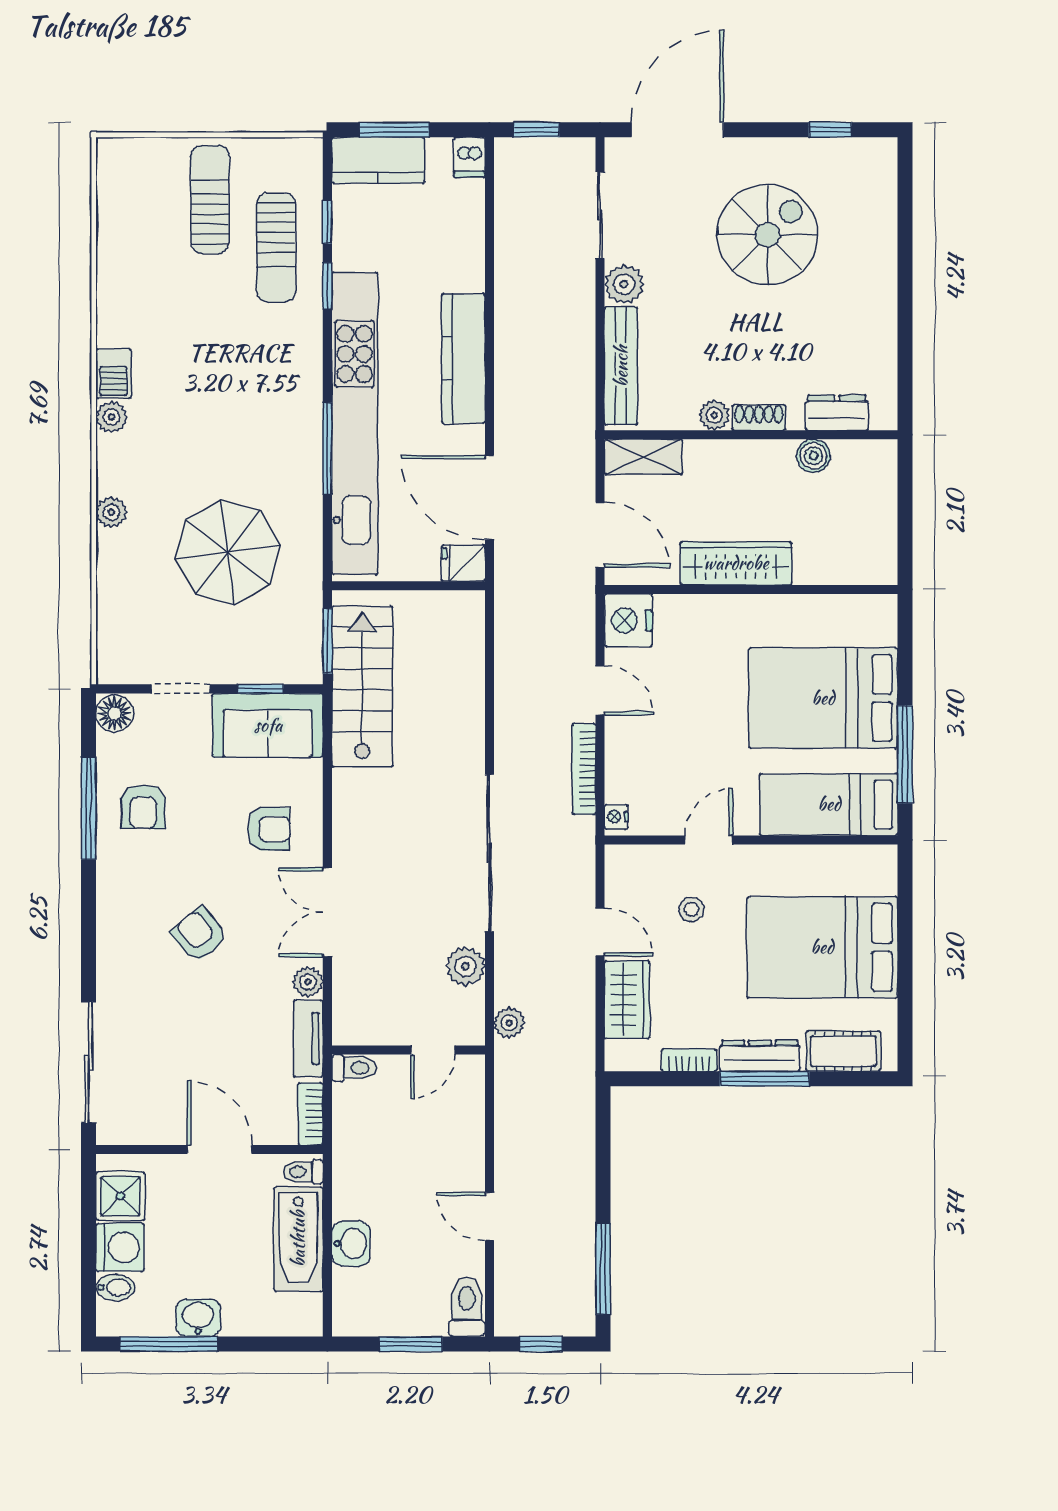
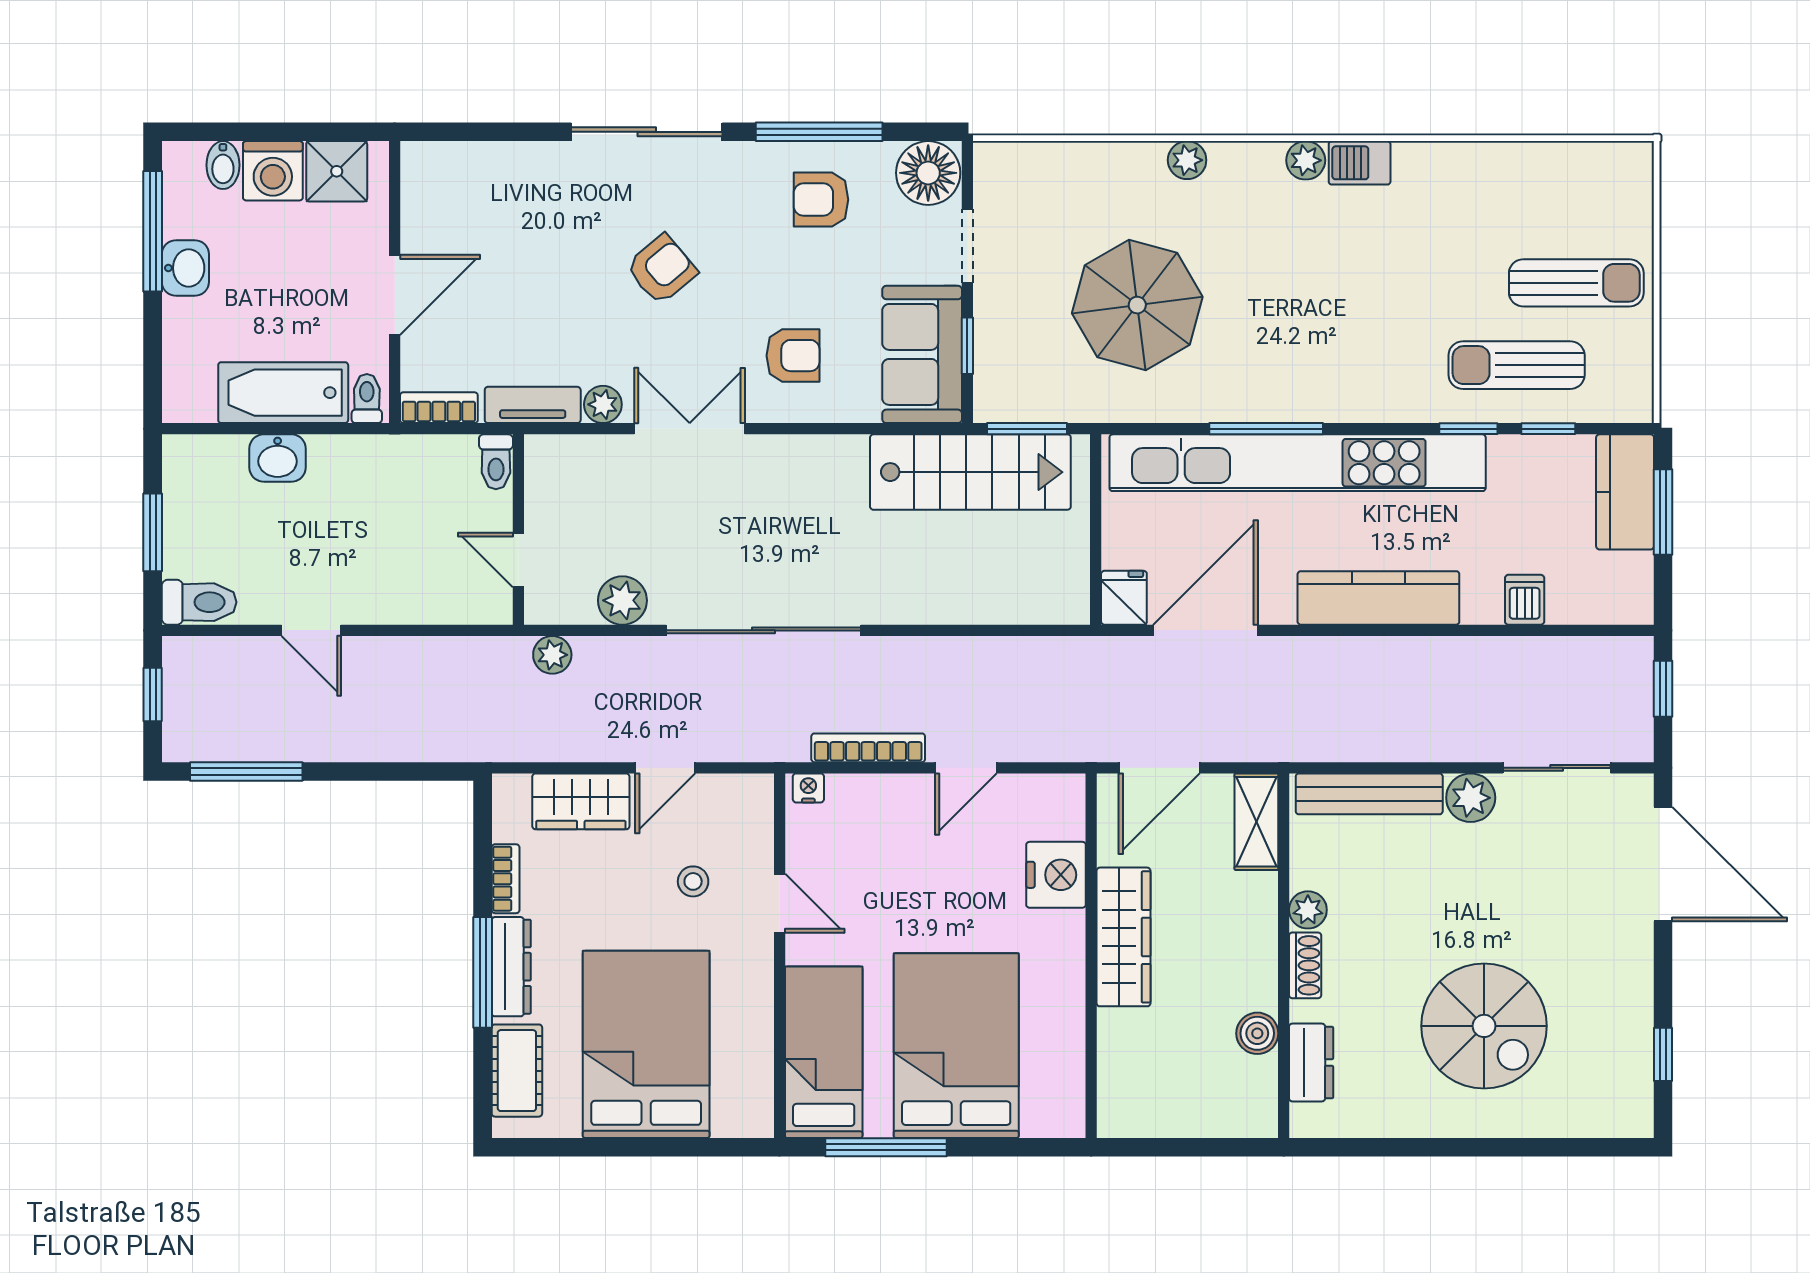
dishwasher: (469, 157) -> (1525, 600), moved, turned 90
spiral stairs: (768, 235) -> (1484, 1026), moved
nightstand: (628, 620) -> (1056, 875), moved, turned 90
floor lamp: (115, 713) -> (928, 173), width x1.38, depth x1.38
armchair: (269, 829) -> (793, 356), turned -90
sliding door: (89, 1062) -> (647, 132), moved
door: (489, 1216) -> (311, 630), swing flipped

